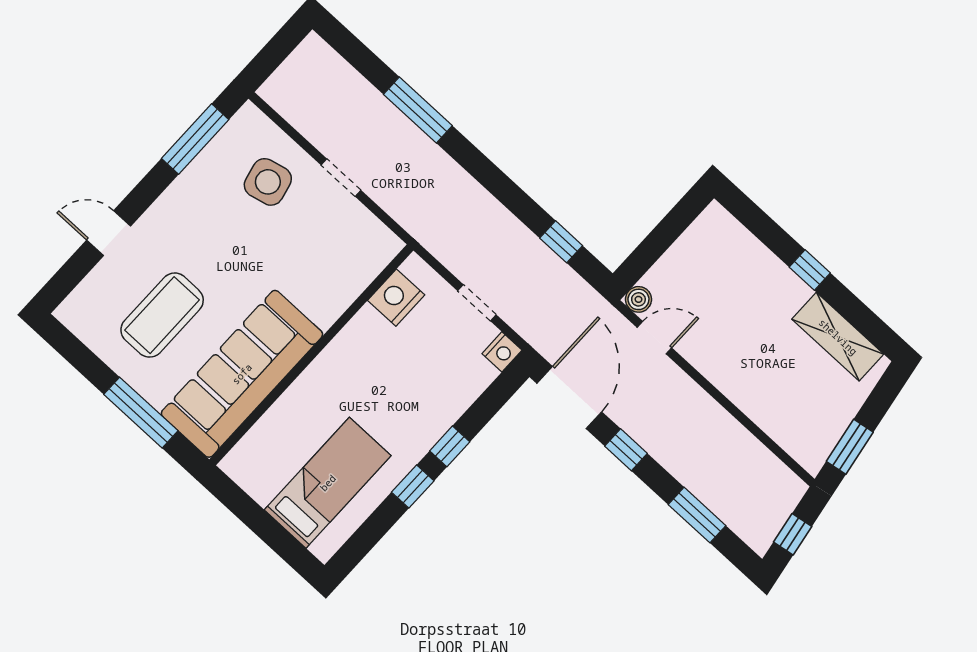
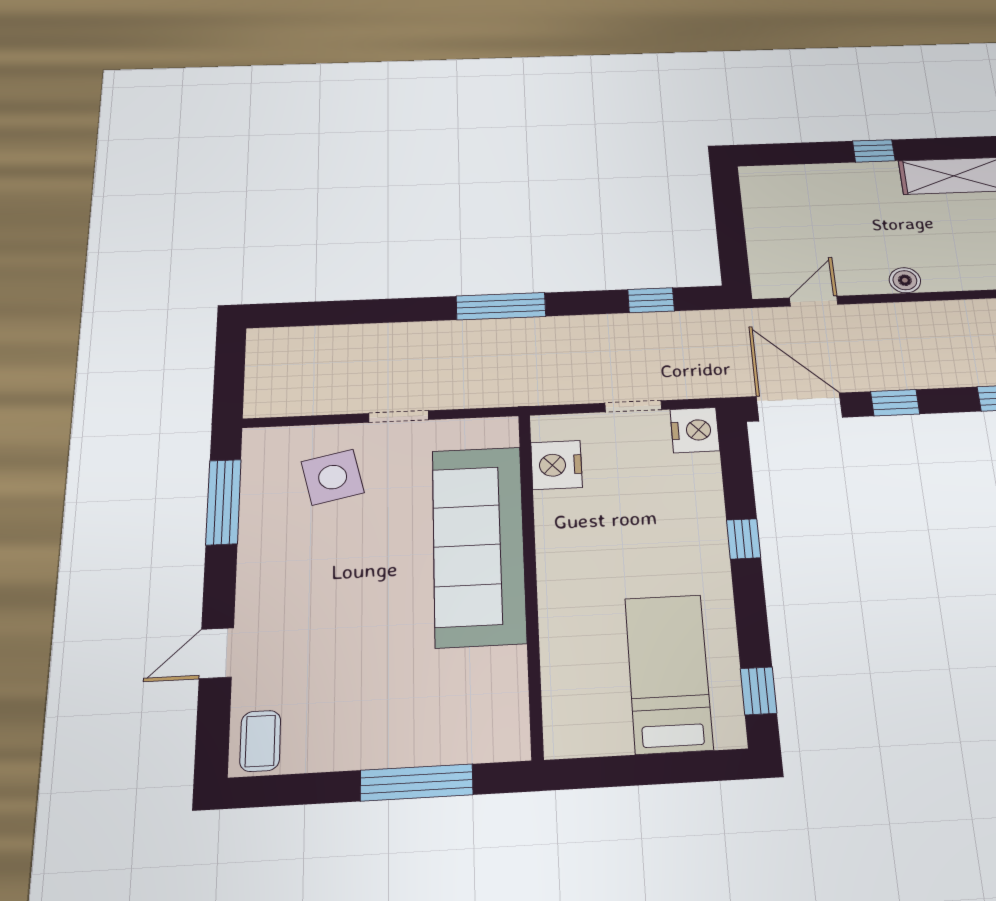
window: (418, 110) -> (501, 306), moved
boiler: (638, 299) -> (905, 280), moved
coffee table: (162, 315) -> (260, 741), moved, width x0.54, depth x0.58
nightstand: (502, 352) -> (695, 430), width x1.36, depth x1.33
sofa: (242, 374) -> (479, 545), moved
window: (413, 486) -> (759, 691), moved

